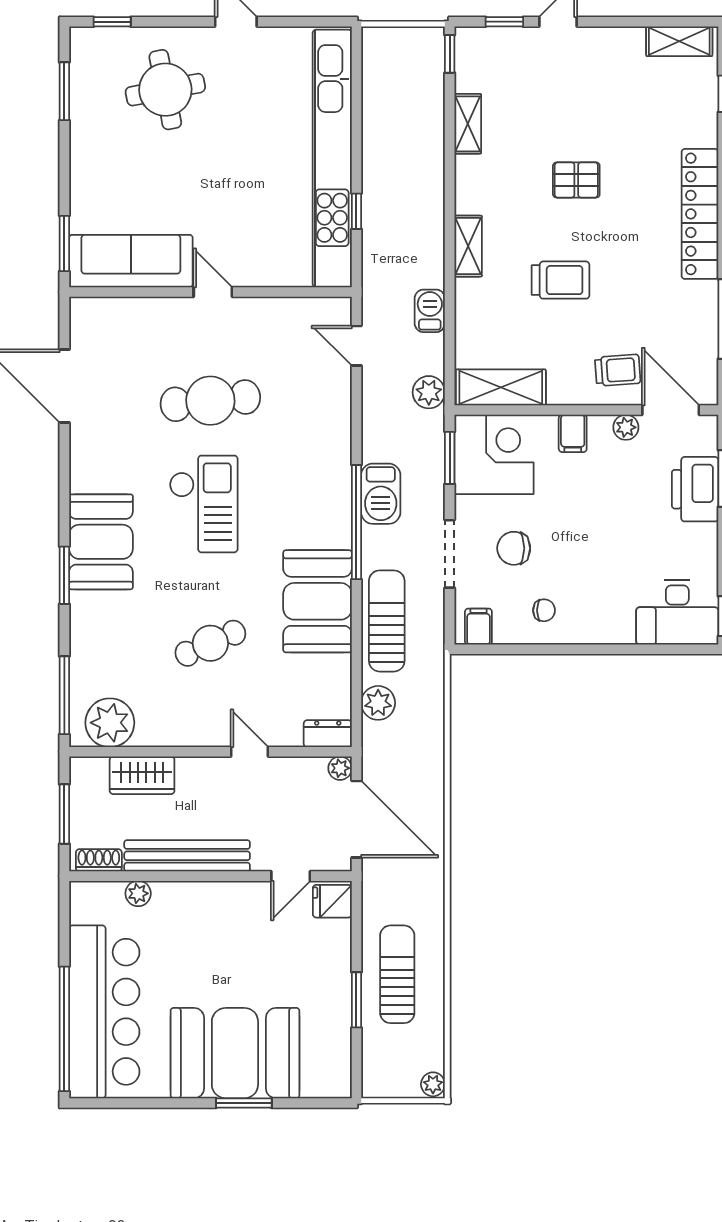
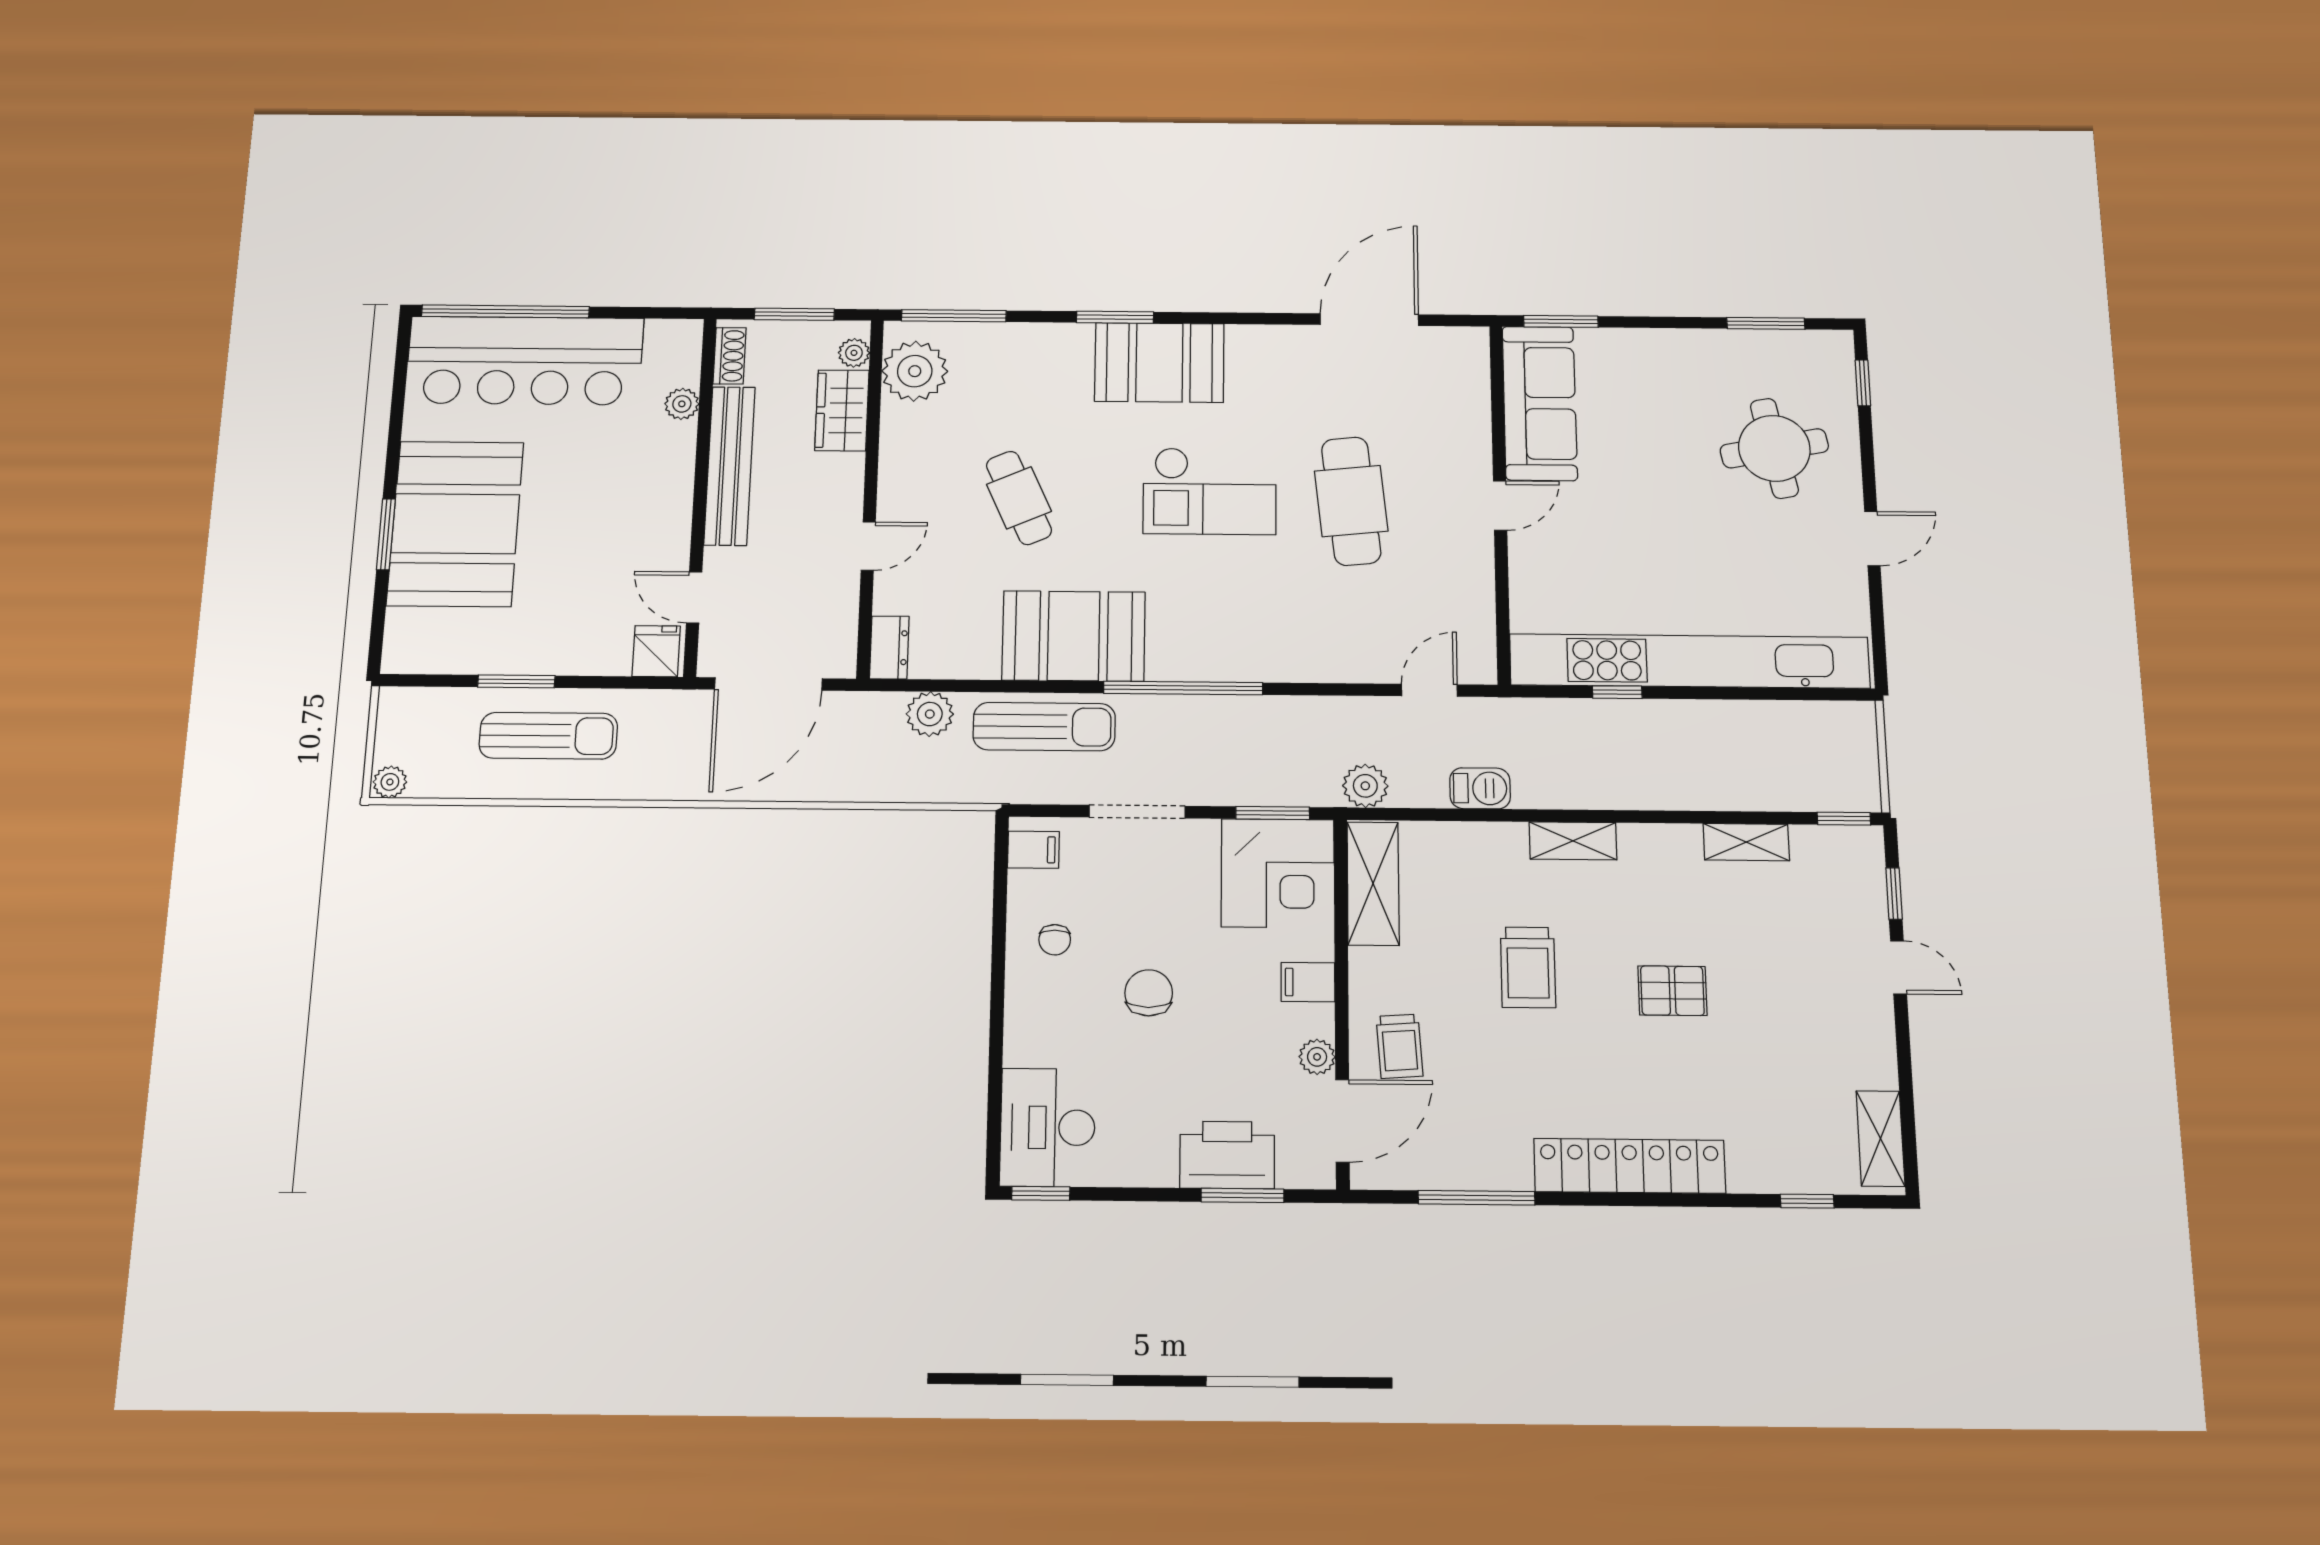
pallet: (576, 180) -> (1672, 991), turned 90
barbecue: (381, 494) -> (1223, 720), removed
chair: (514, 548) -> (1149, 993), moved
plant: (340, 768) -> (854, 353), moved

